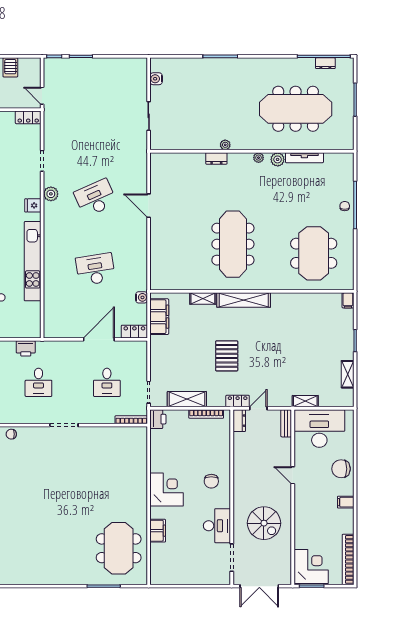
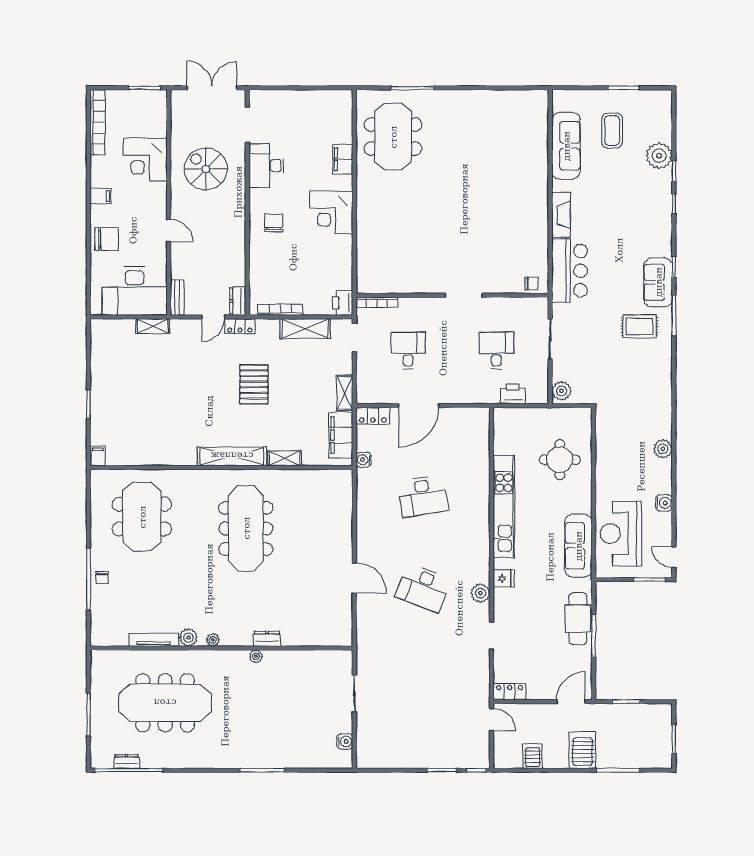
desk: (95, 198) -> (423, 588), turned 45
shelving: (348, 374) -> (345, 393), moved
corner desk: (311, 566) -> (145, 160), moved

